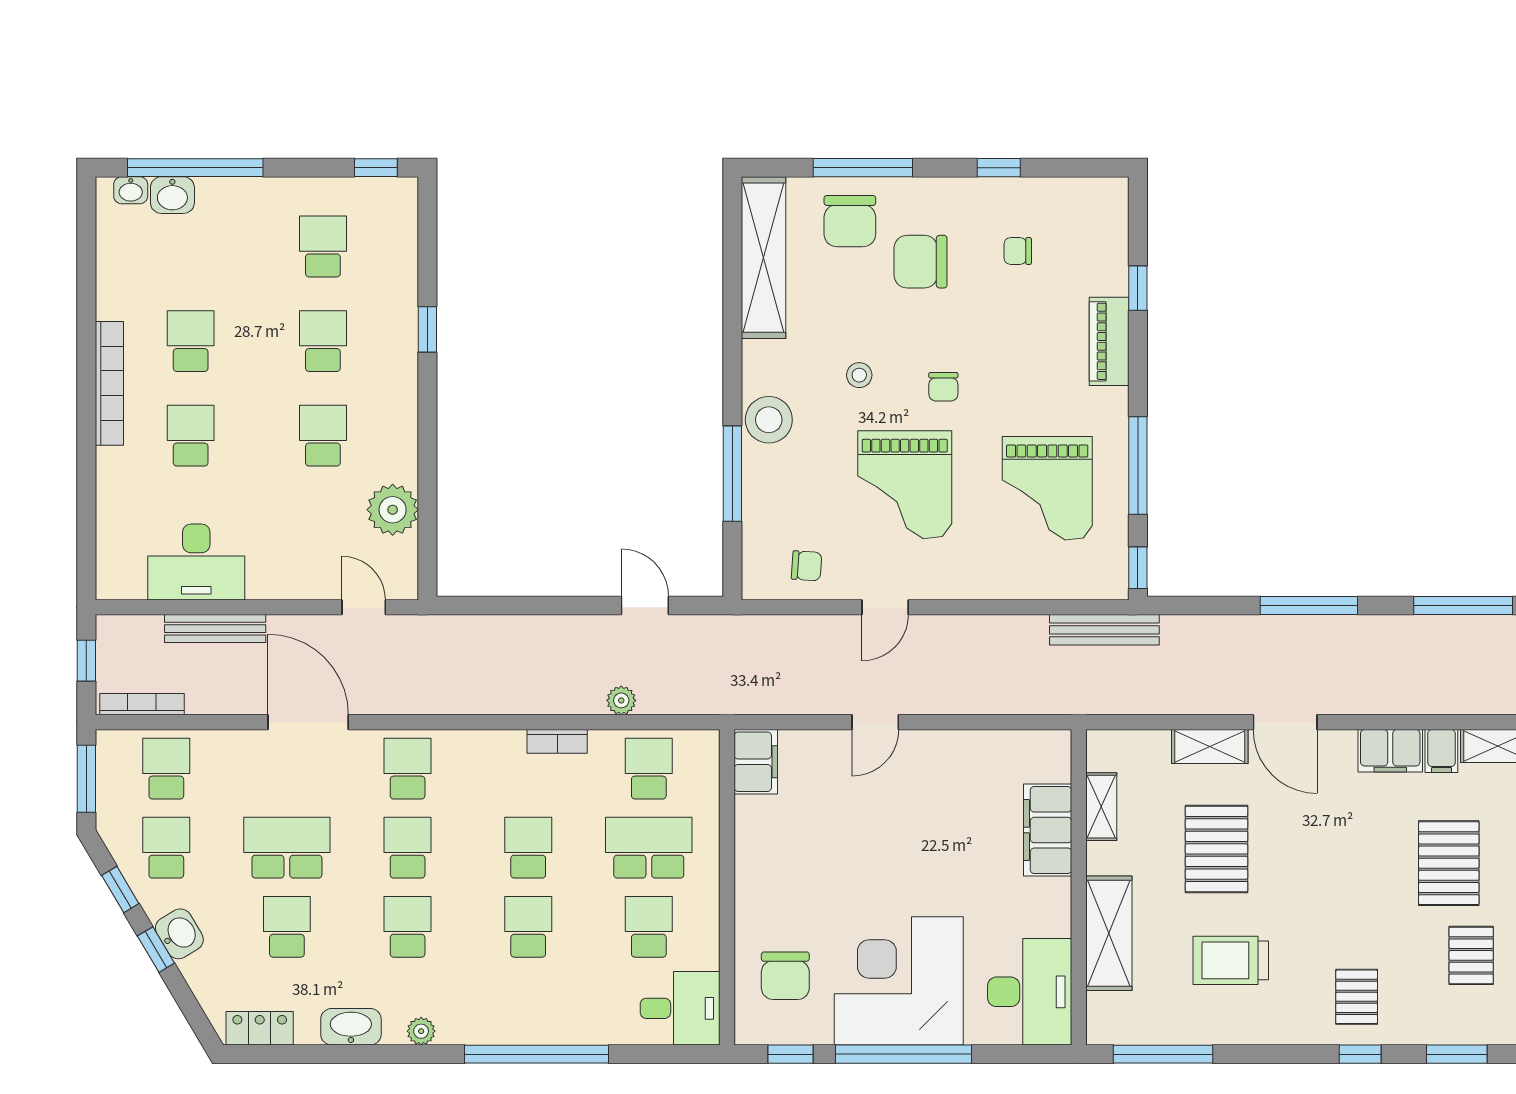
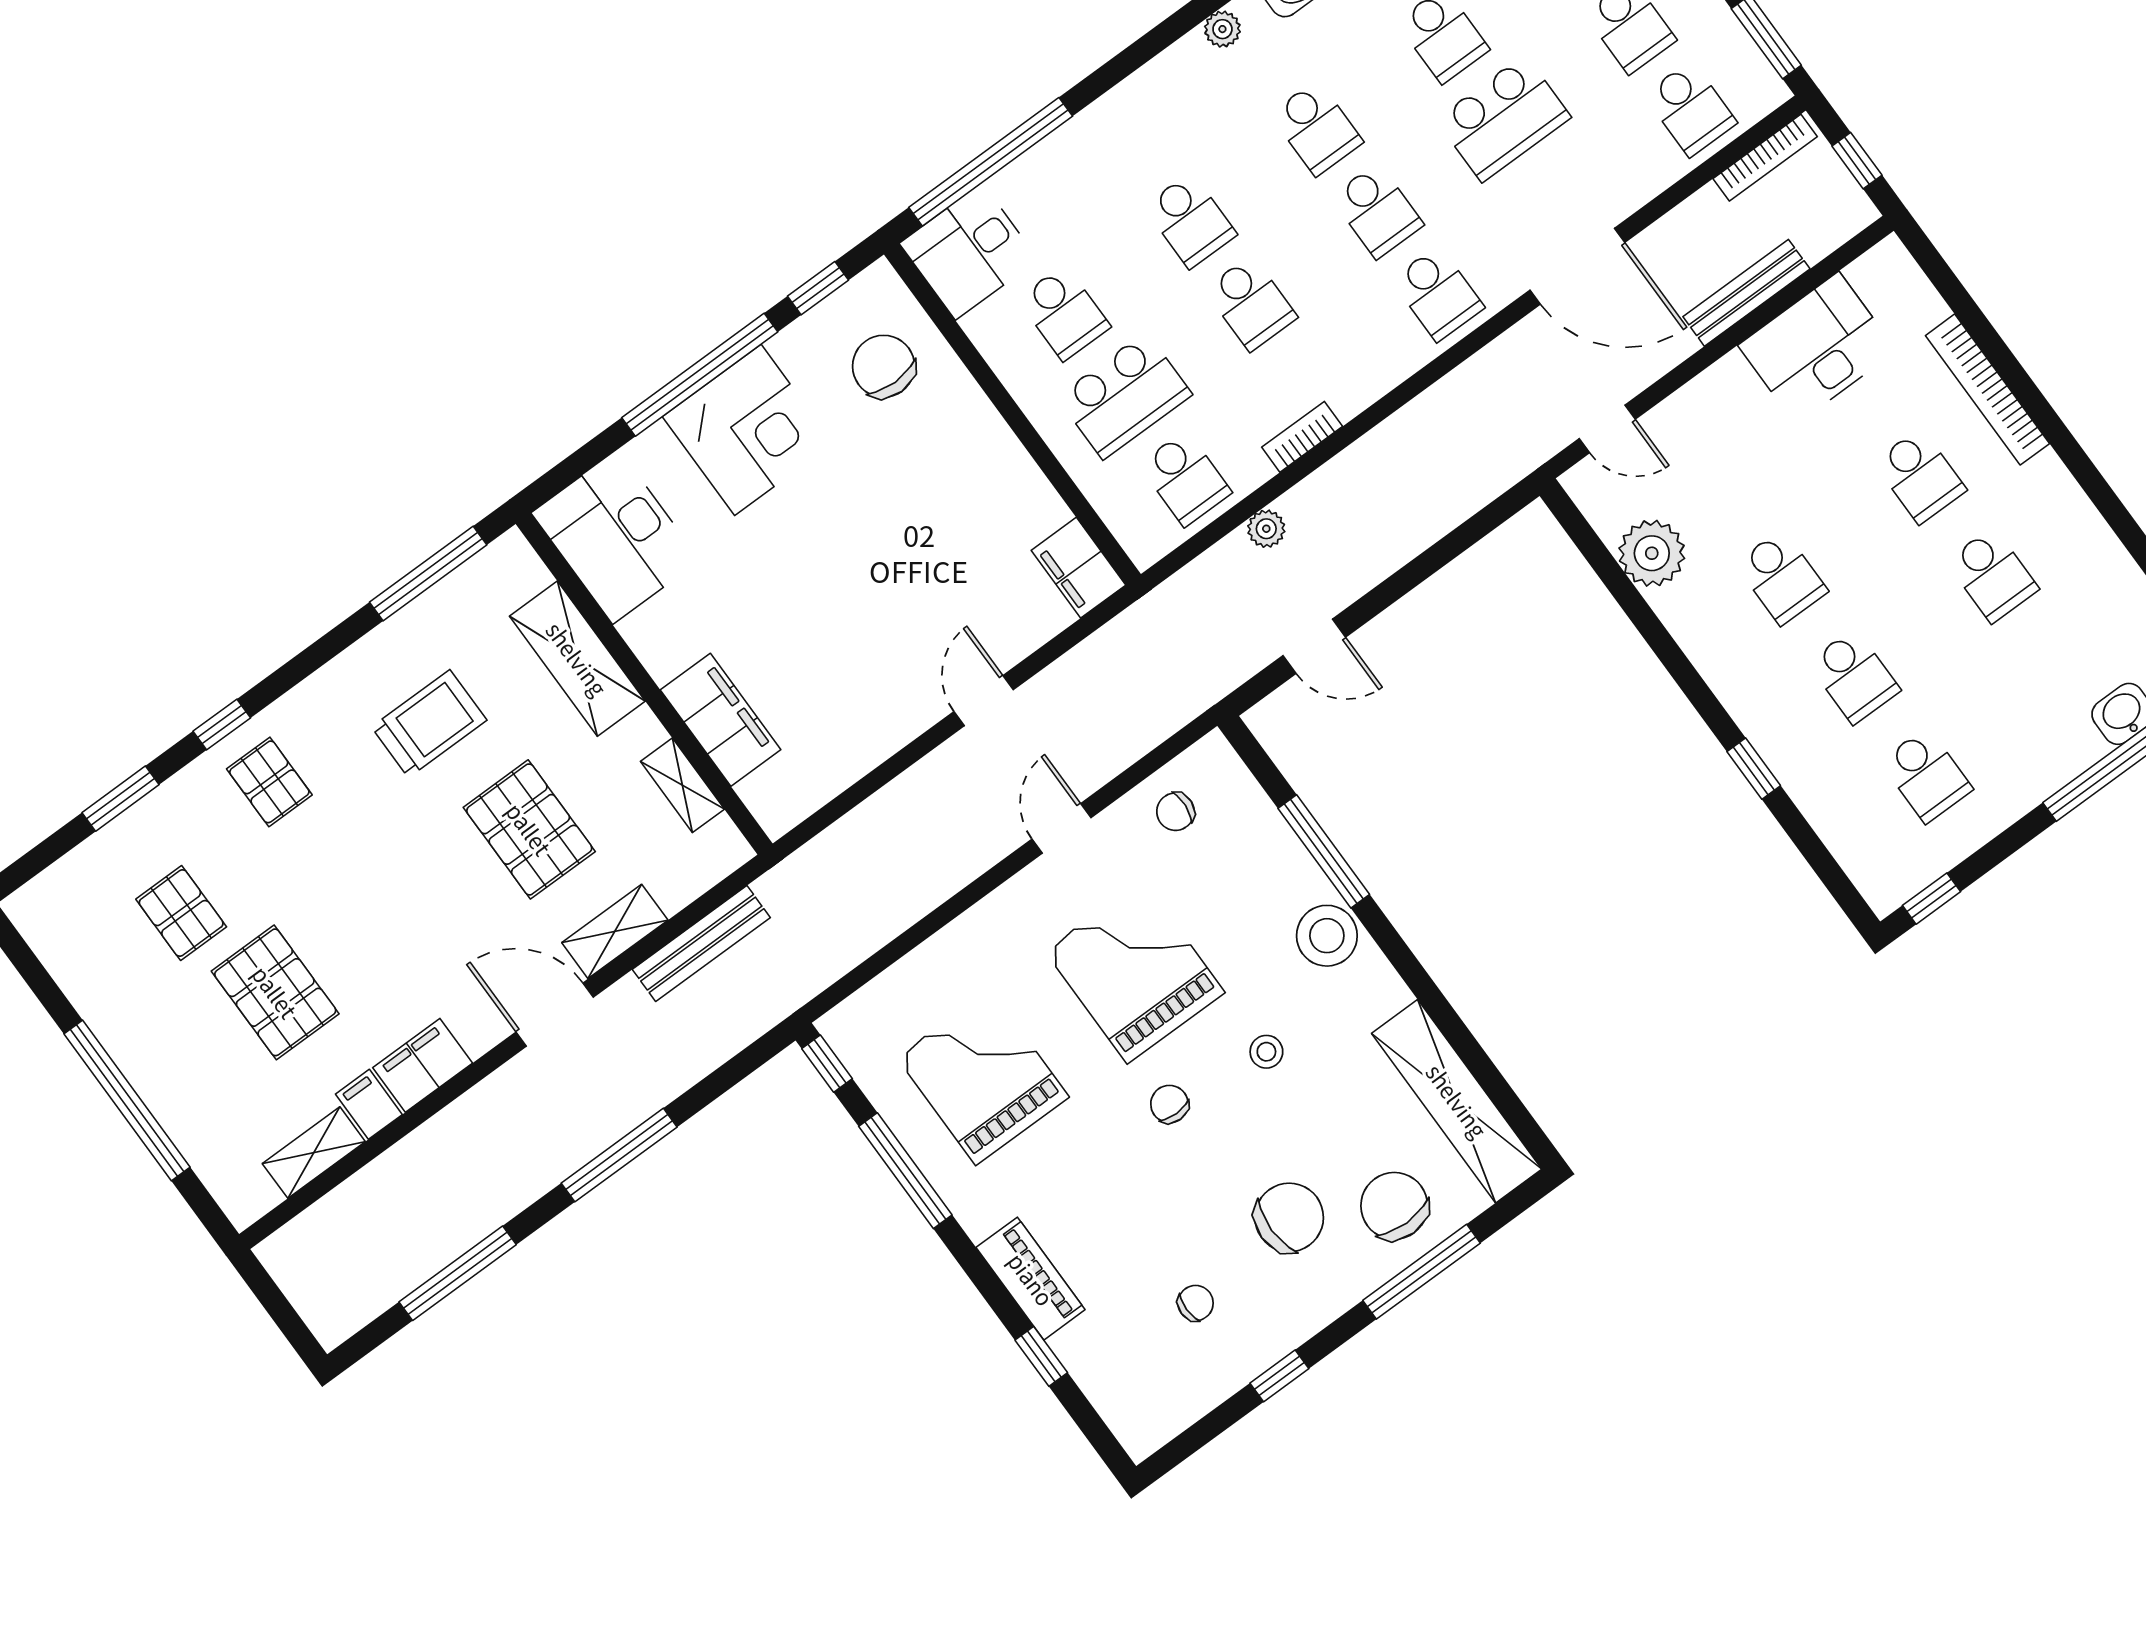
bookcase: (109, 383) -> (1987, 390), moved
bench: (1104, 630) -> (701, 944), moved
corner desk: (899, 981) -> (748, 430), width x0.74, depth x0.74
window: (536, 1054) -> (991, 162), moved

